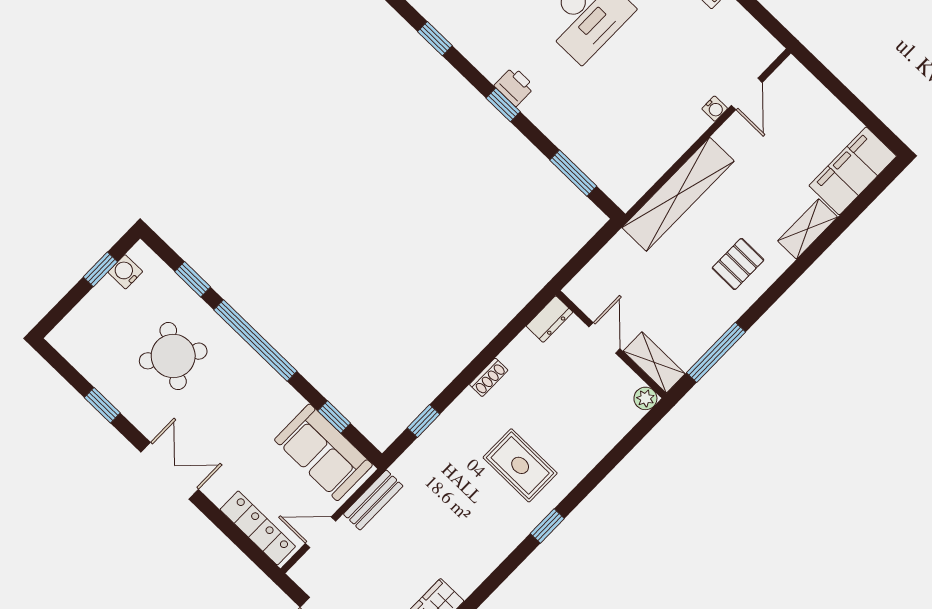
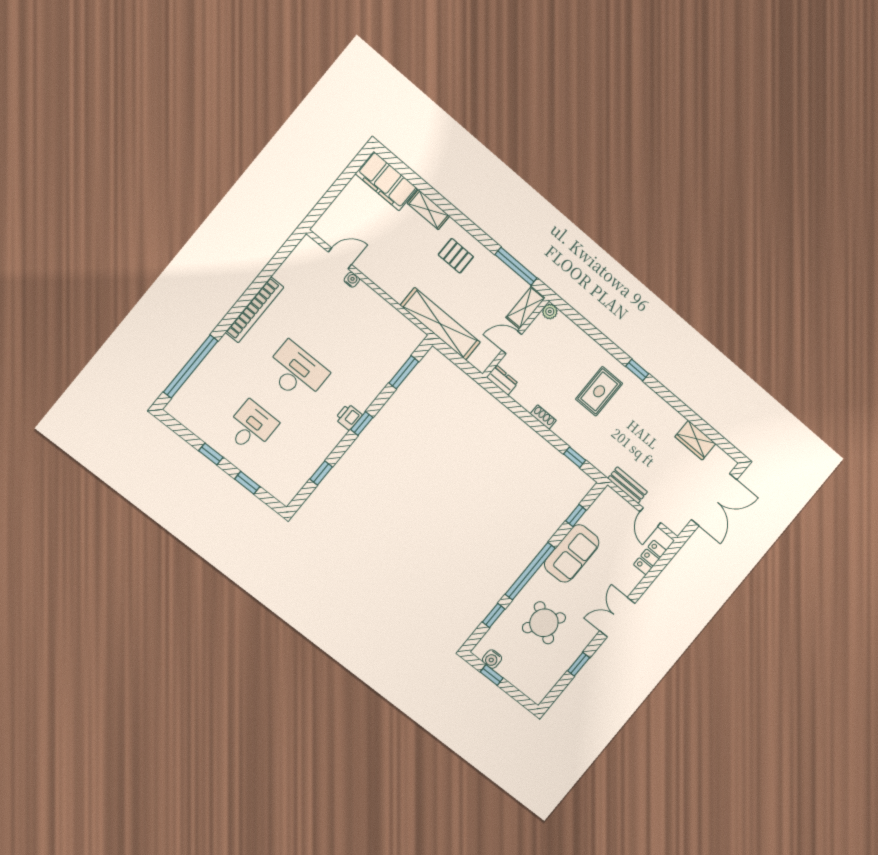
shelving: (678, 194) -> (440, 324), moved
sofa: (323, 452) -> (572, 553), moved
locker: (258, 528) -> (650, 558), width x0.66

